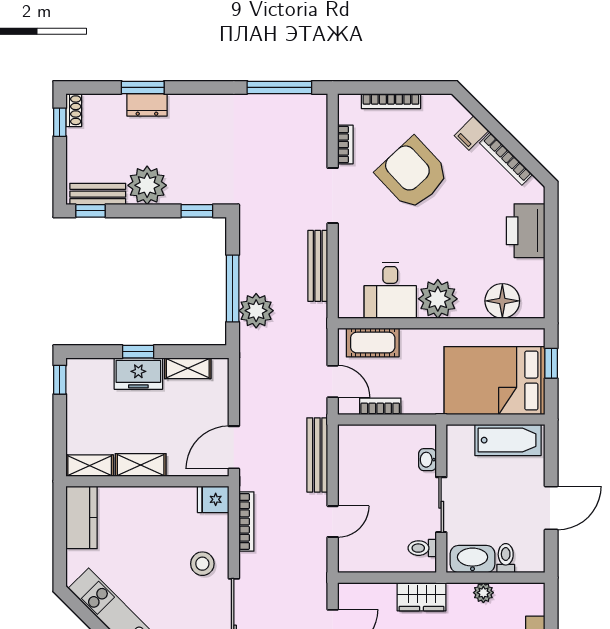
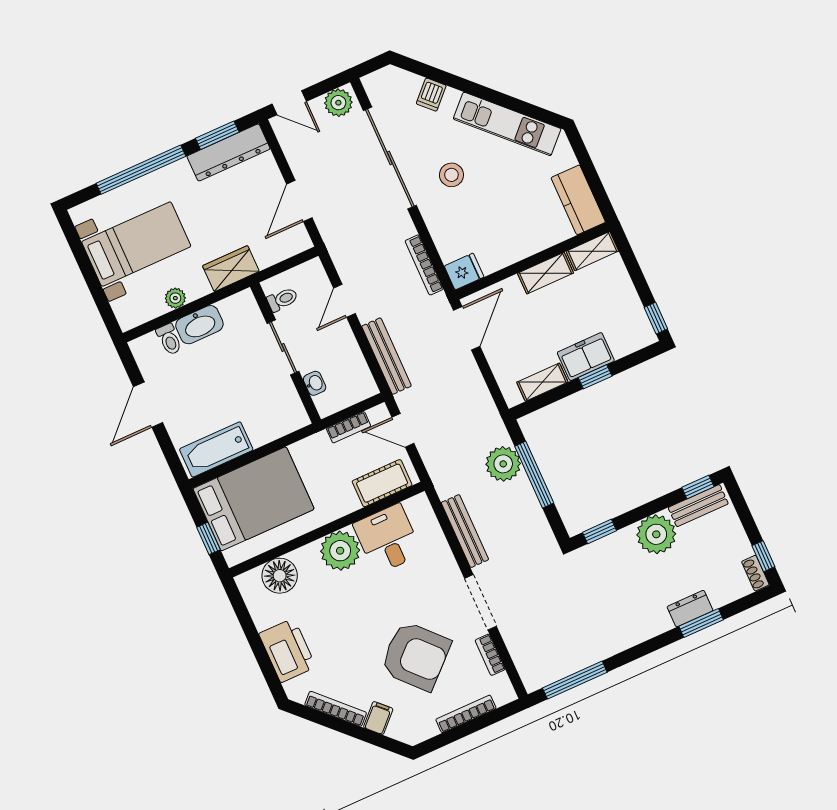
washbasin: (427, 460) -> (315, 383), moved
wall: (441, 499) -> (286, 353), moved
sliding door: (441, 505) -> (283, 347), moved
toilet: (422, 548) -> (282, 299), moved
stool: (202, 564) -> (451, 175), moved

